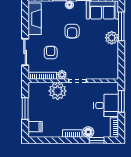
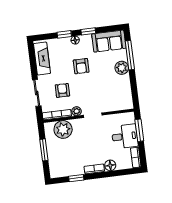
plant: (58, 91) -> (63, 129), moved
filing cabinet: (35, 127) -> (56, 167), removed
window: (97, 140) -> (76, 178), moved

